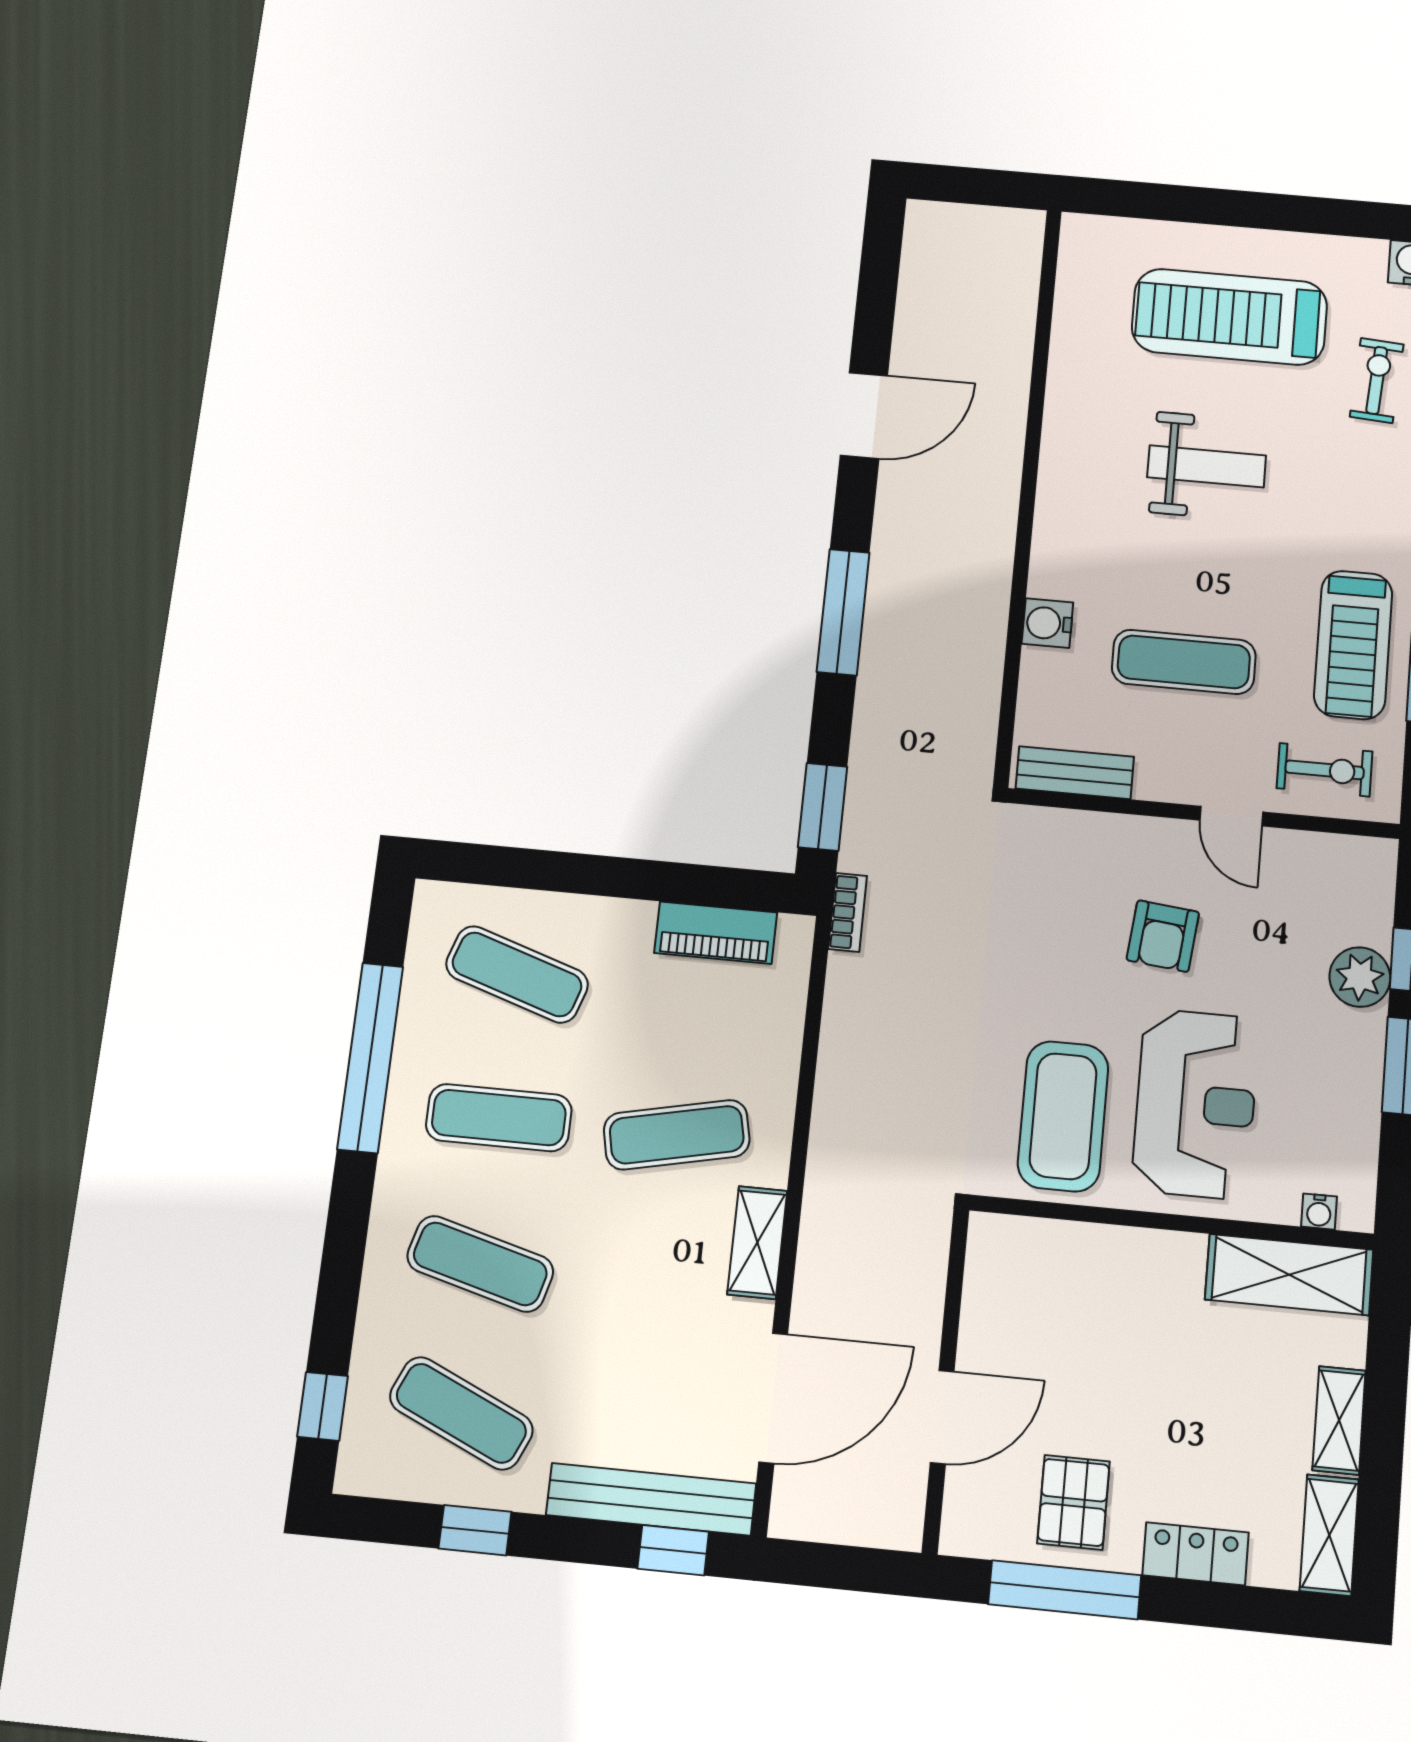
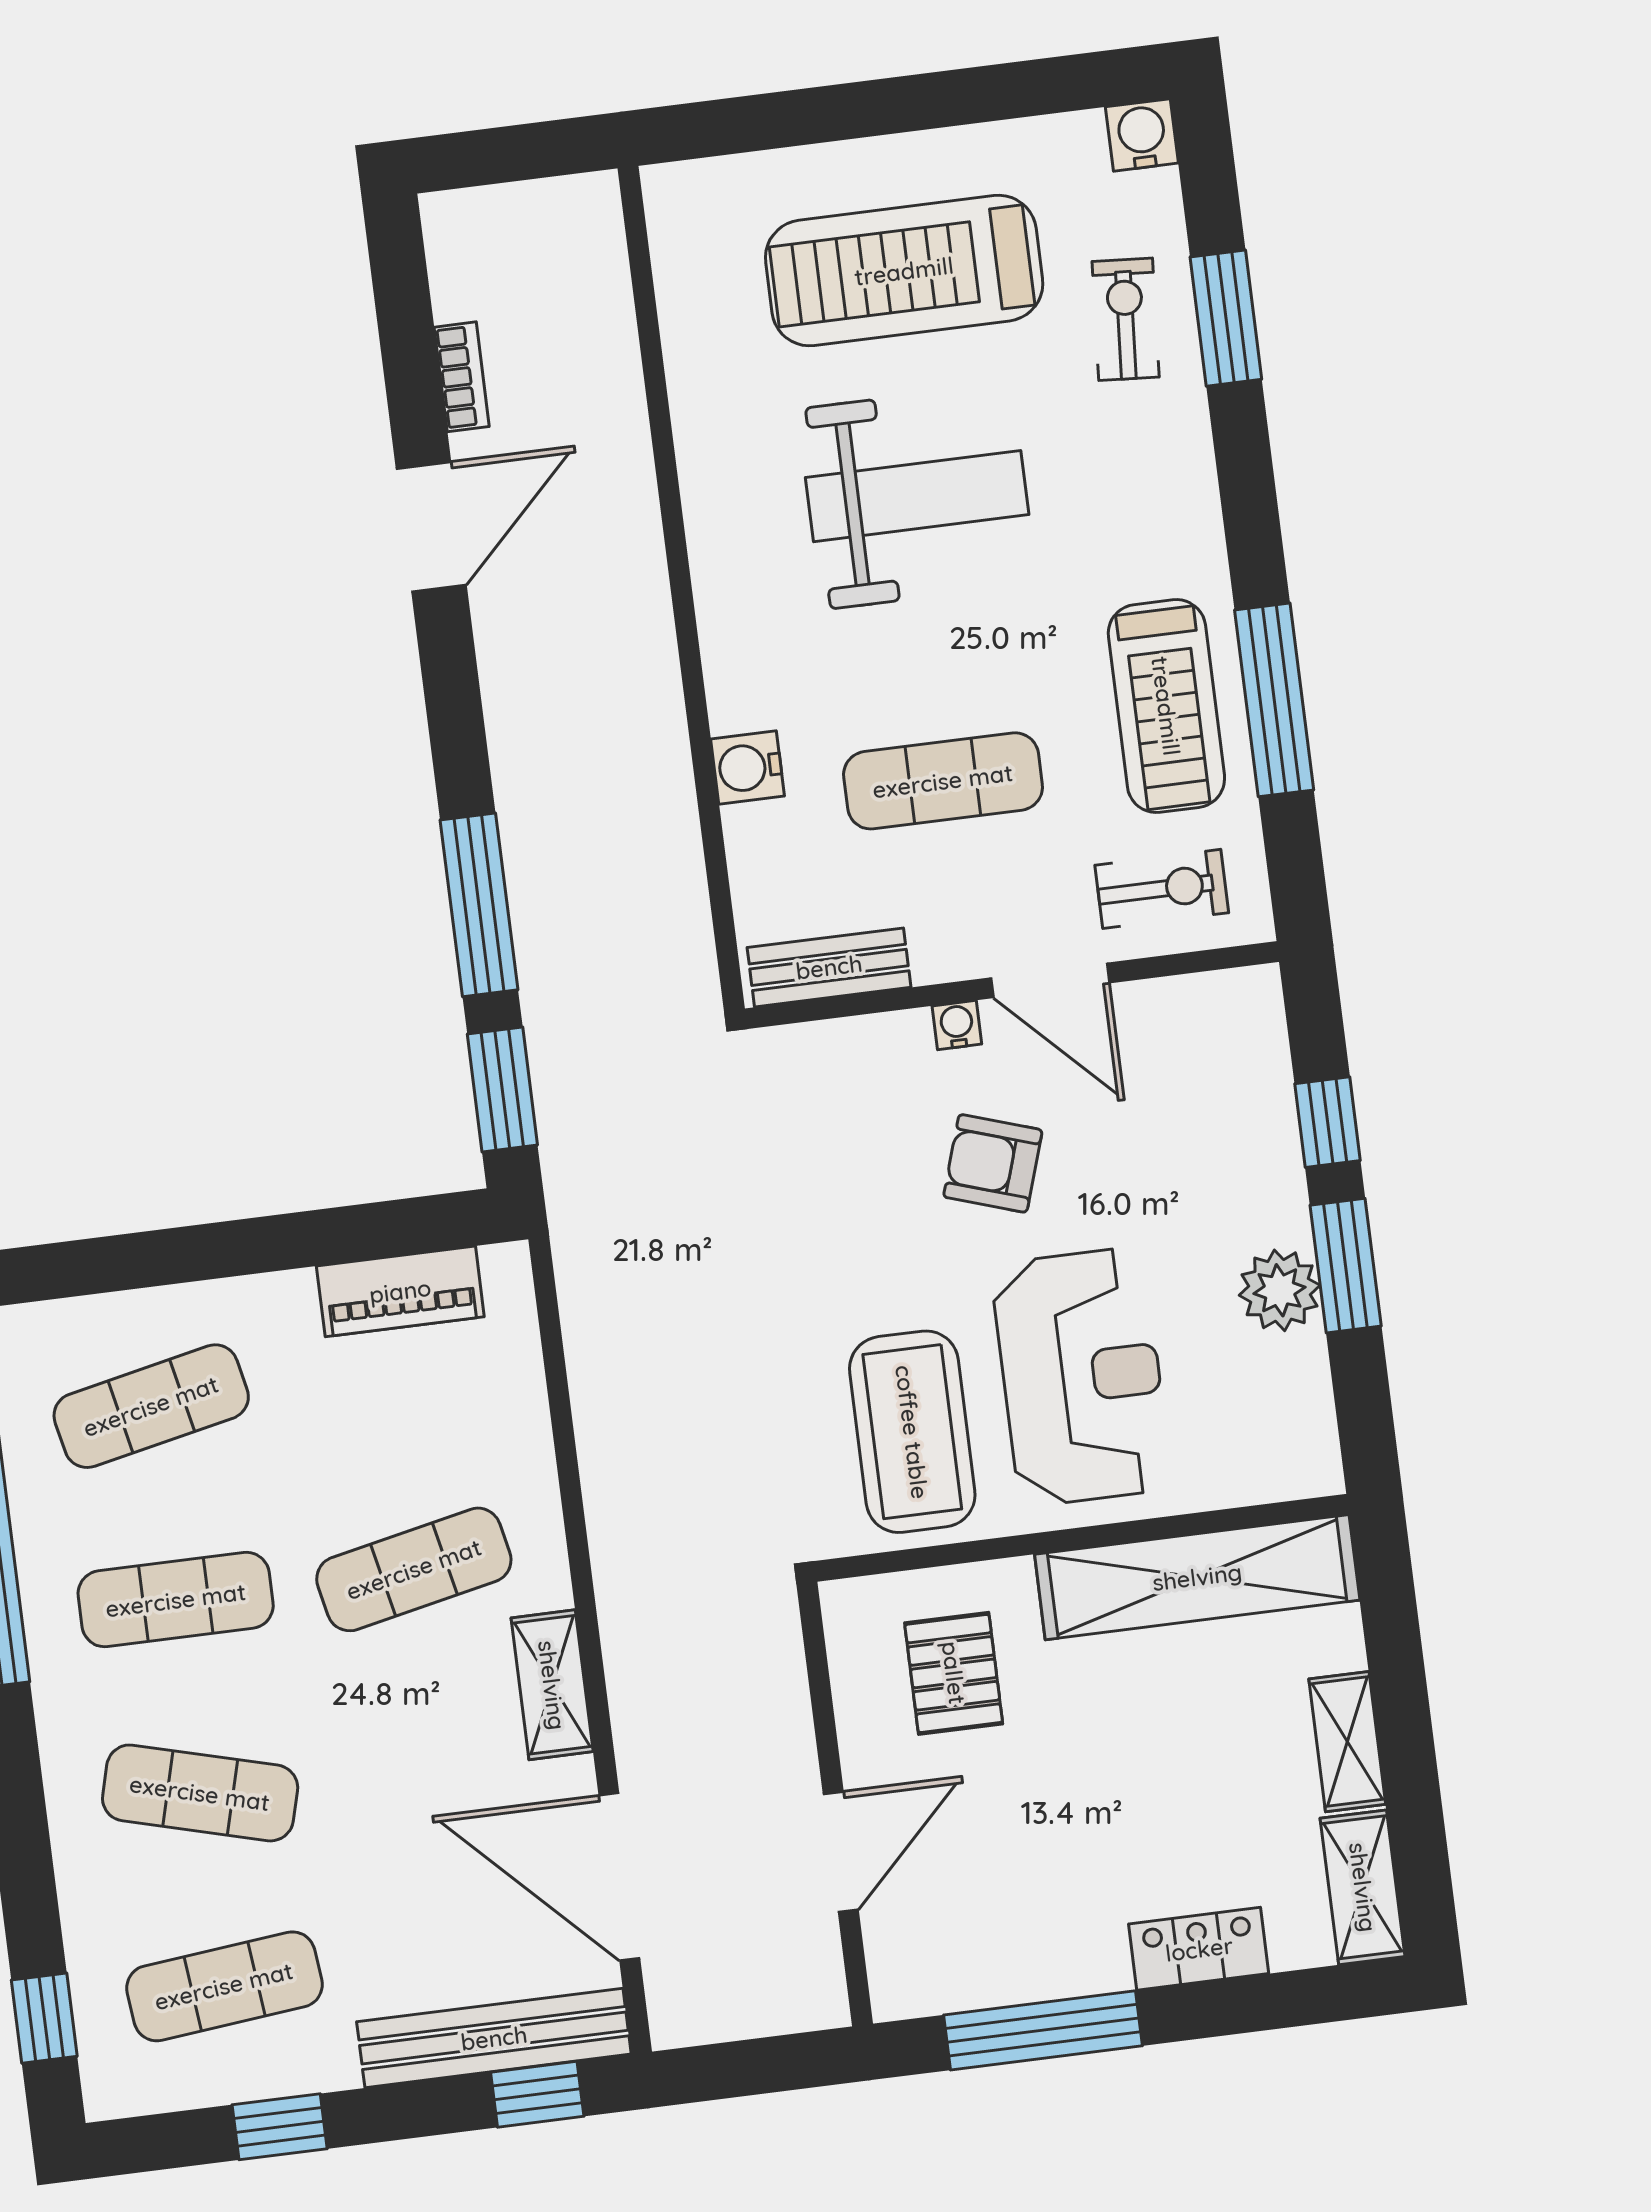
weight bench: (1207, 466) -> (917, 496), width x1.36, depth x1.33
window: (843, 612) -> (479, 905), moved
door: (1231, 816) -> (1050, 980), width x1.38
bookcase: (848, 912) -> (462, 377), moved
armchair: (1163, 936) -> (993, 1163), turned 102
exercise mat: (517, 974) -> (151, 1406), turned -30
plant: (1360, 977) -> (1280, 1290), moved
water cooler: (1319, 1212) -> (957, 1025), moved, turned 180
shelving: (1289, 1275) -> (1197, 1577), width x1.47
door: (773, 1398) -> (619, 1877), swing flipped
exercise mat: (461, 1413) -> (224, 1986), turned -30
pallet: (1073, 1502) -> (954, 1673), moved

